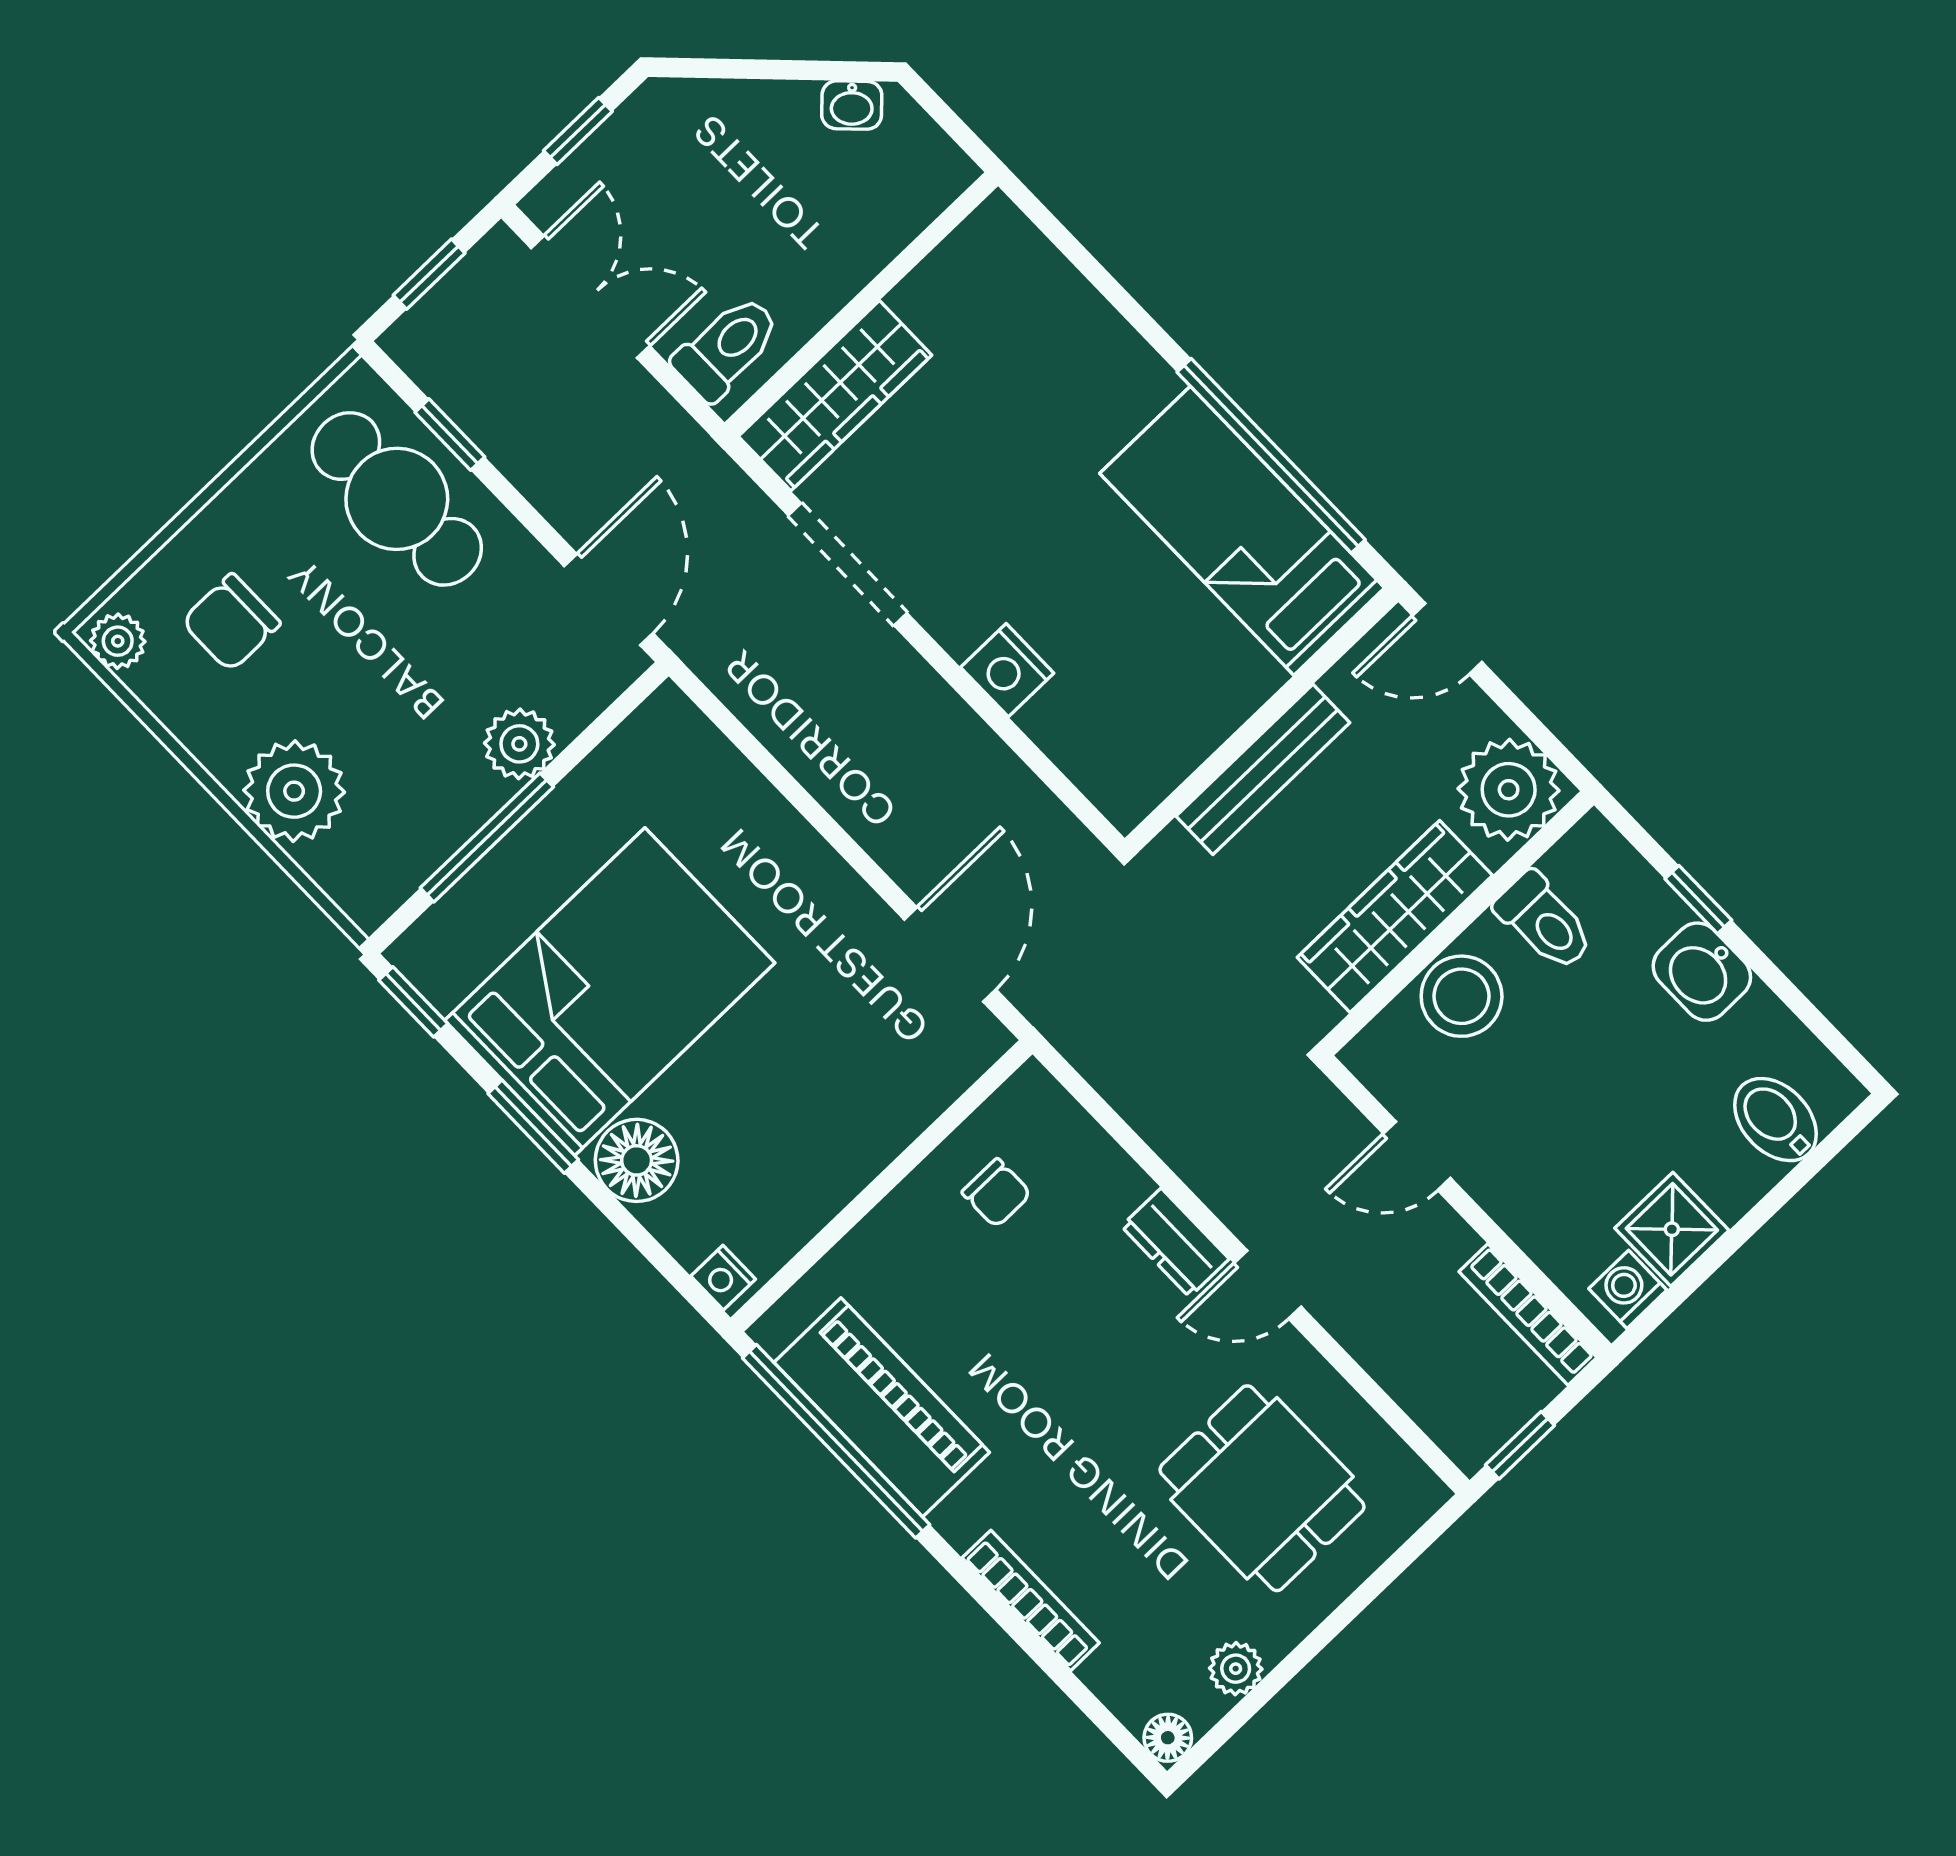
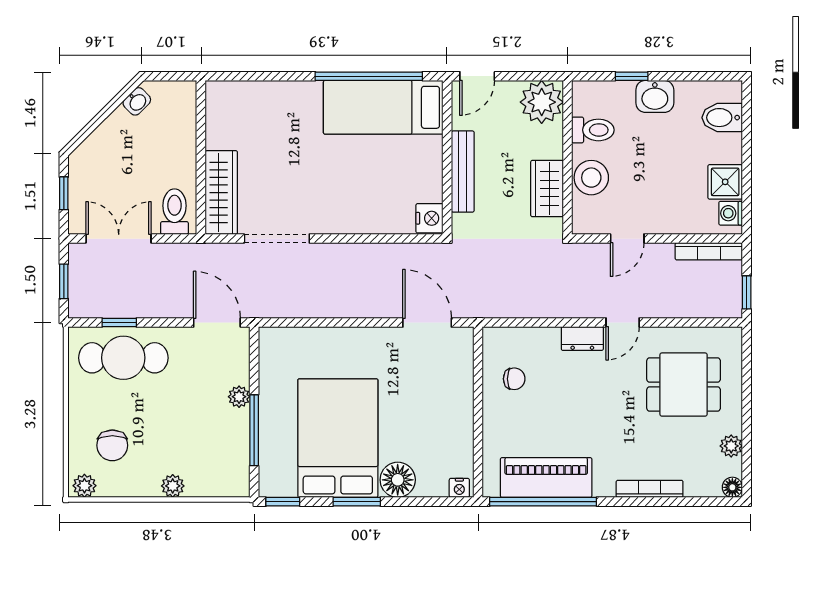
nightstand: (1007, 670) -> (429, 218), moved, turned -90
plant: (519, 744) -> (239, 397), width x0.73, depth x0.73
plant: (294, 791) -> (173, 486), width x0.53, depth x0.53
wardrobe: (1395, 916) -> (547, 189), width x0.67

